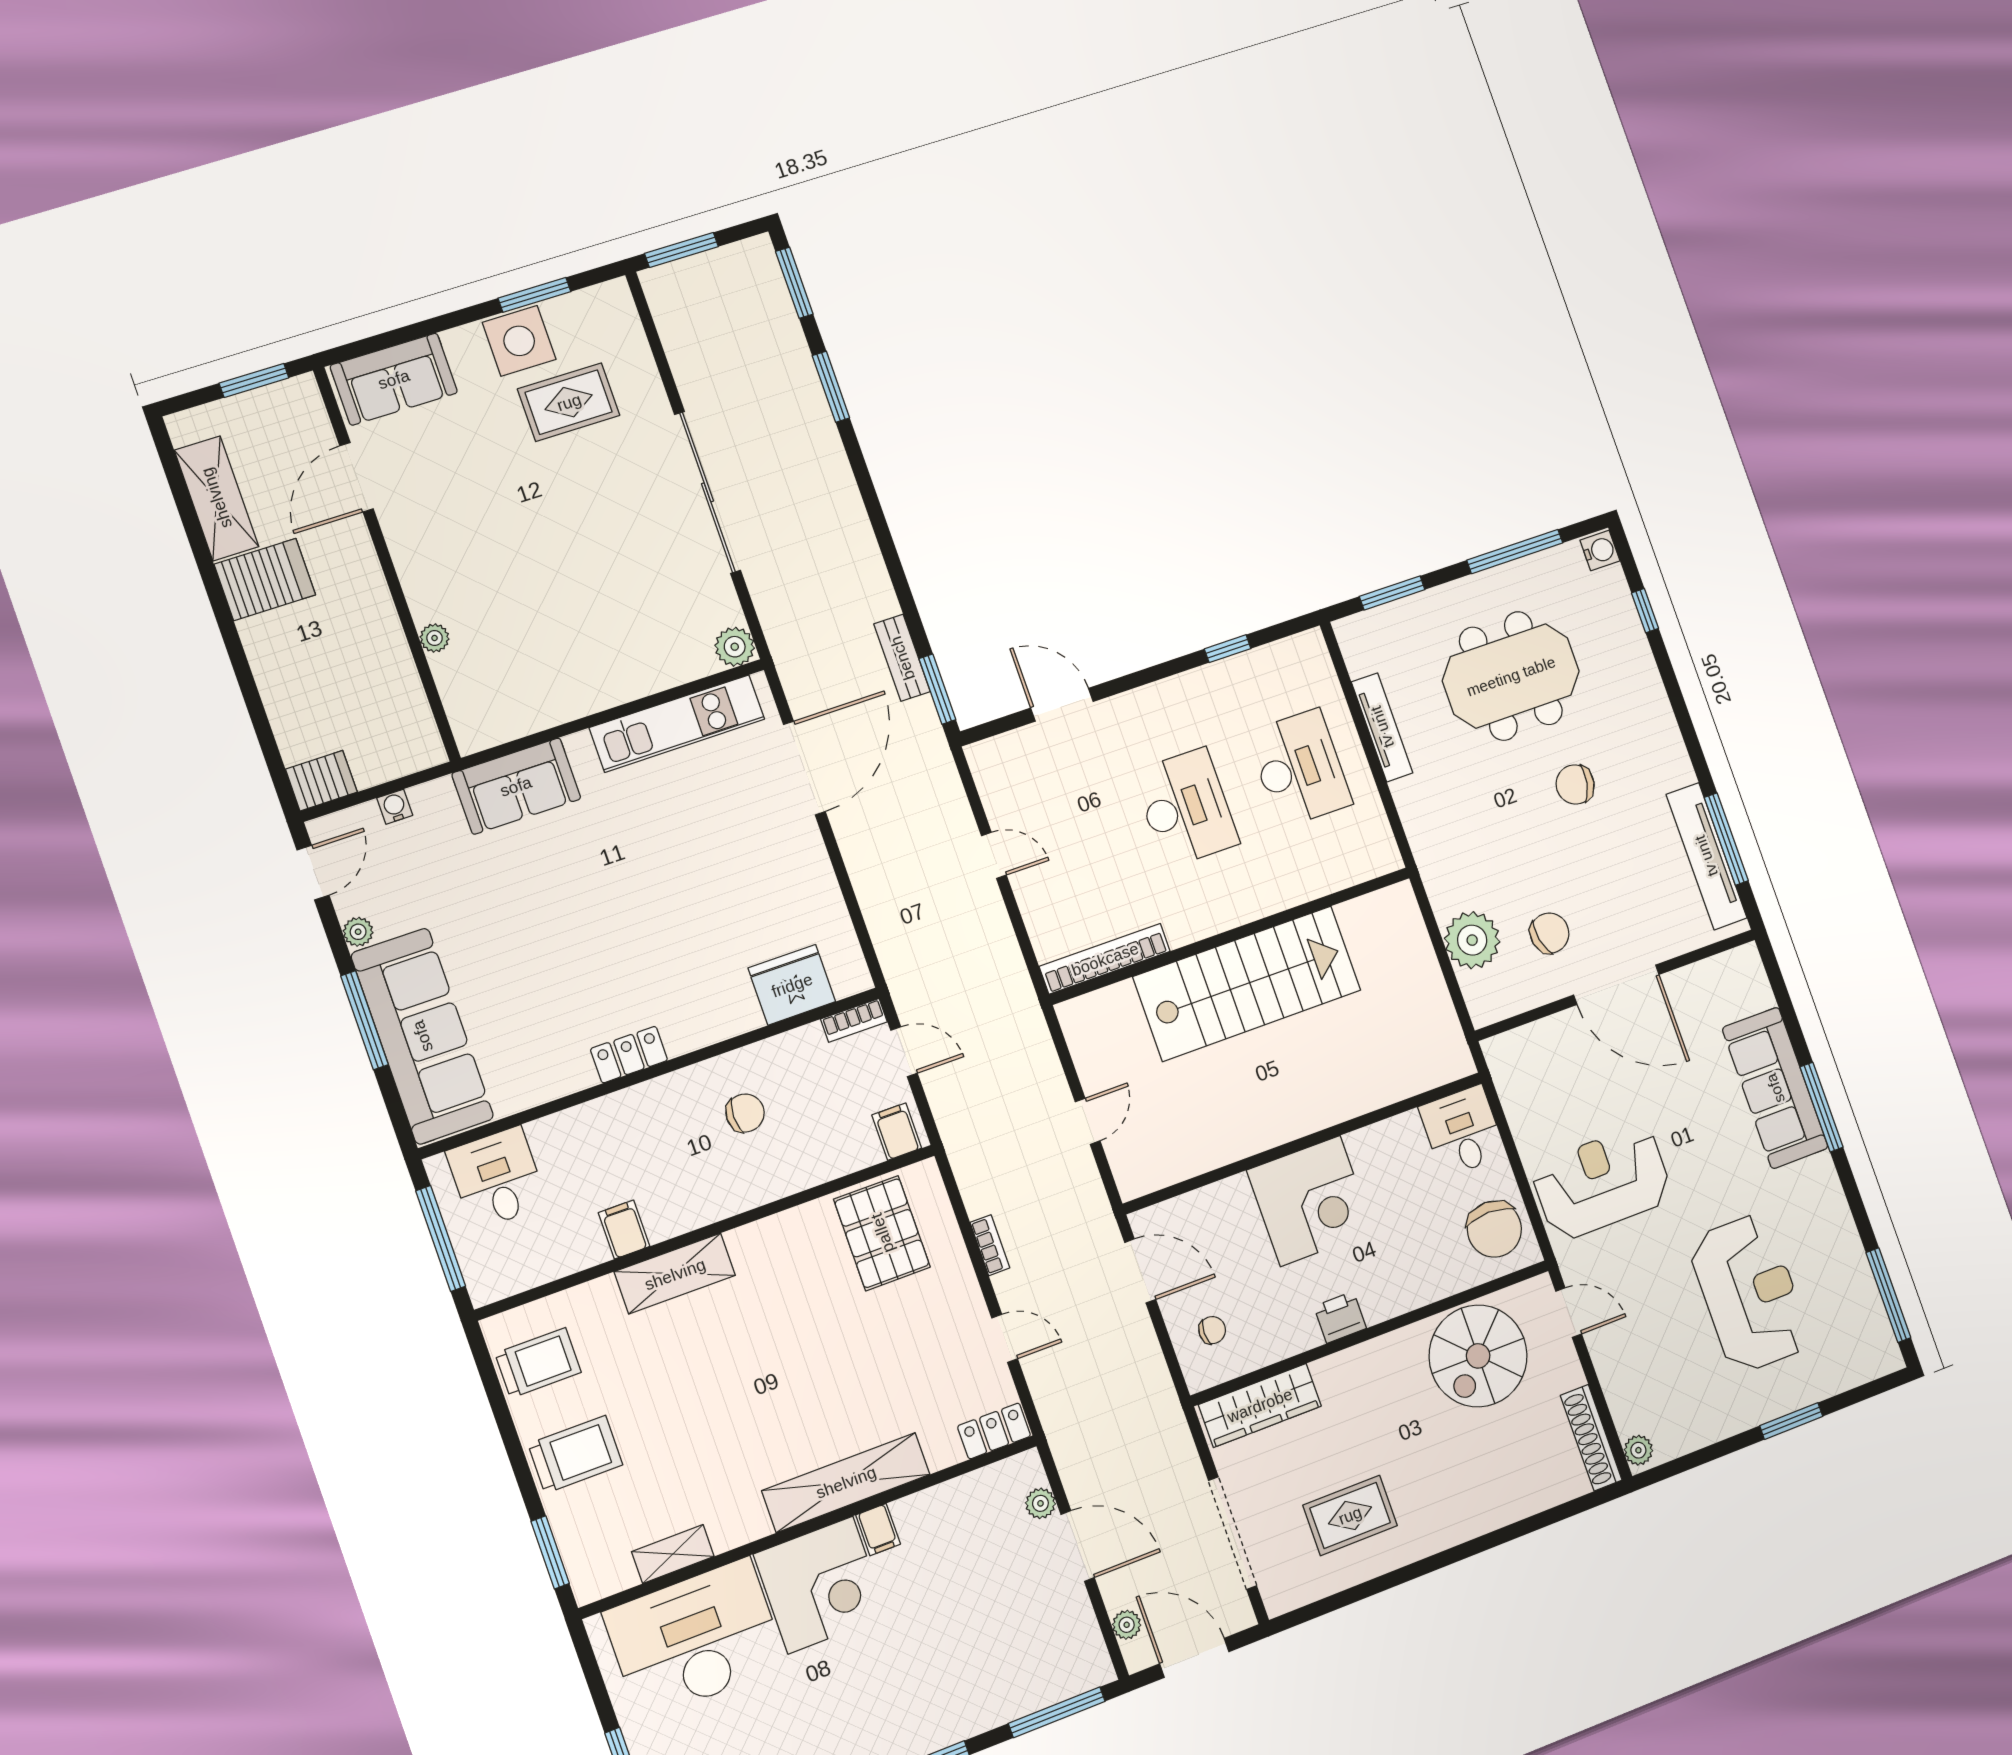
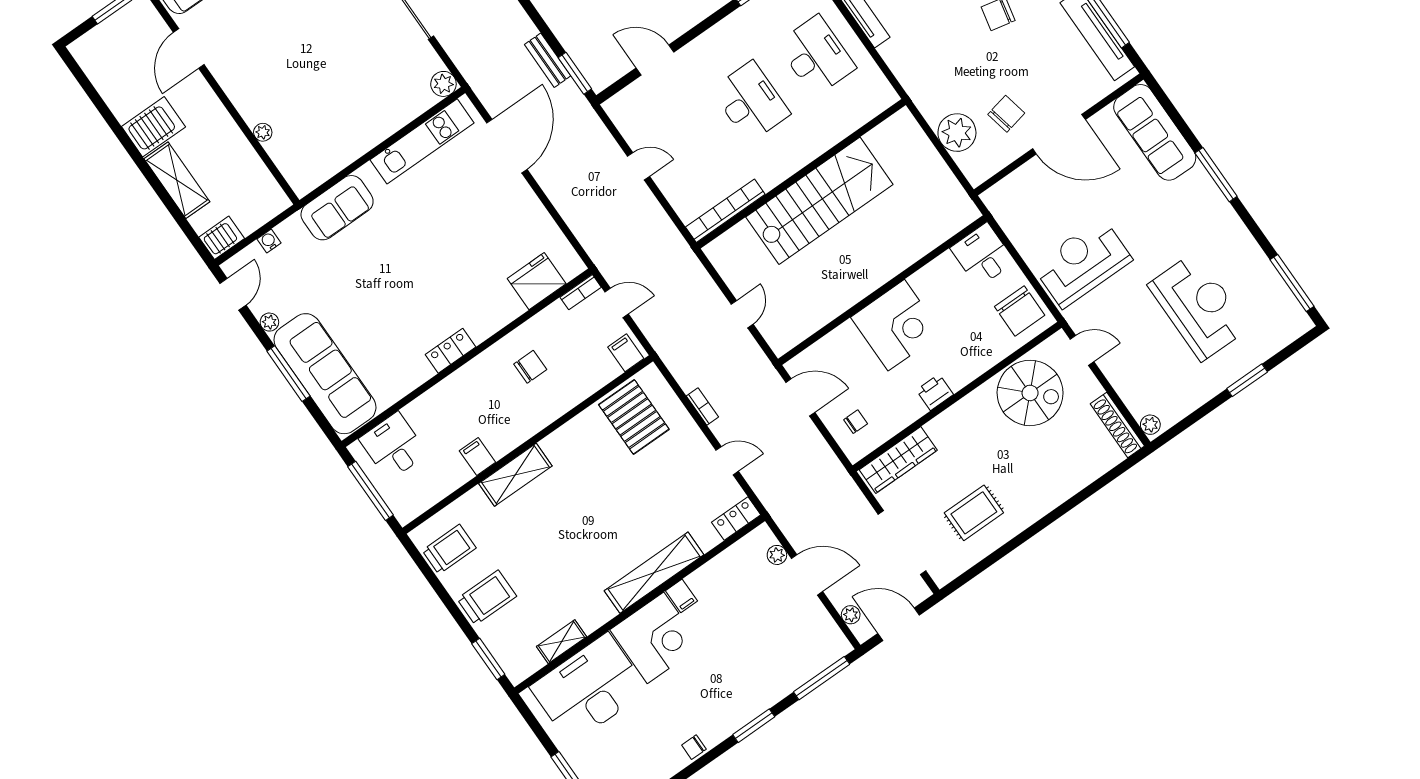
shelving: (216, 498) -> (177, 180), moved
sofa: (1775, 1088) -> (1155, 132), moved
spiral stairs: (1478, 1356) -> (1030, 393), turned -90

